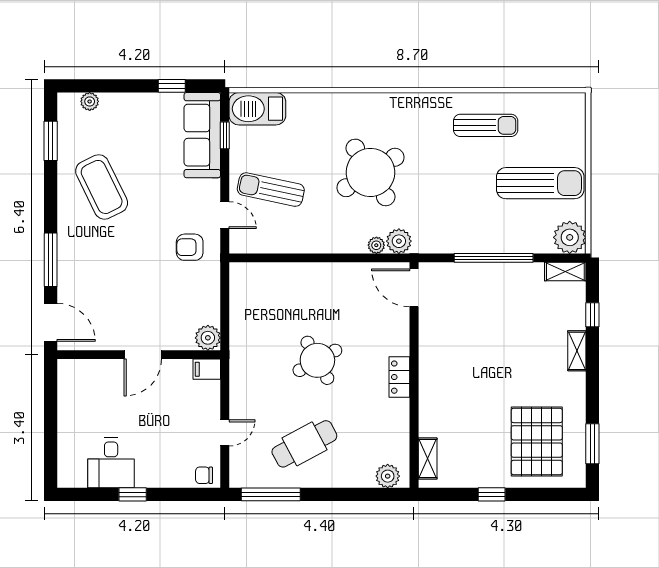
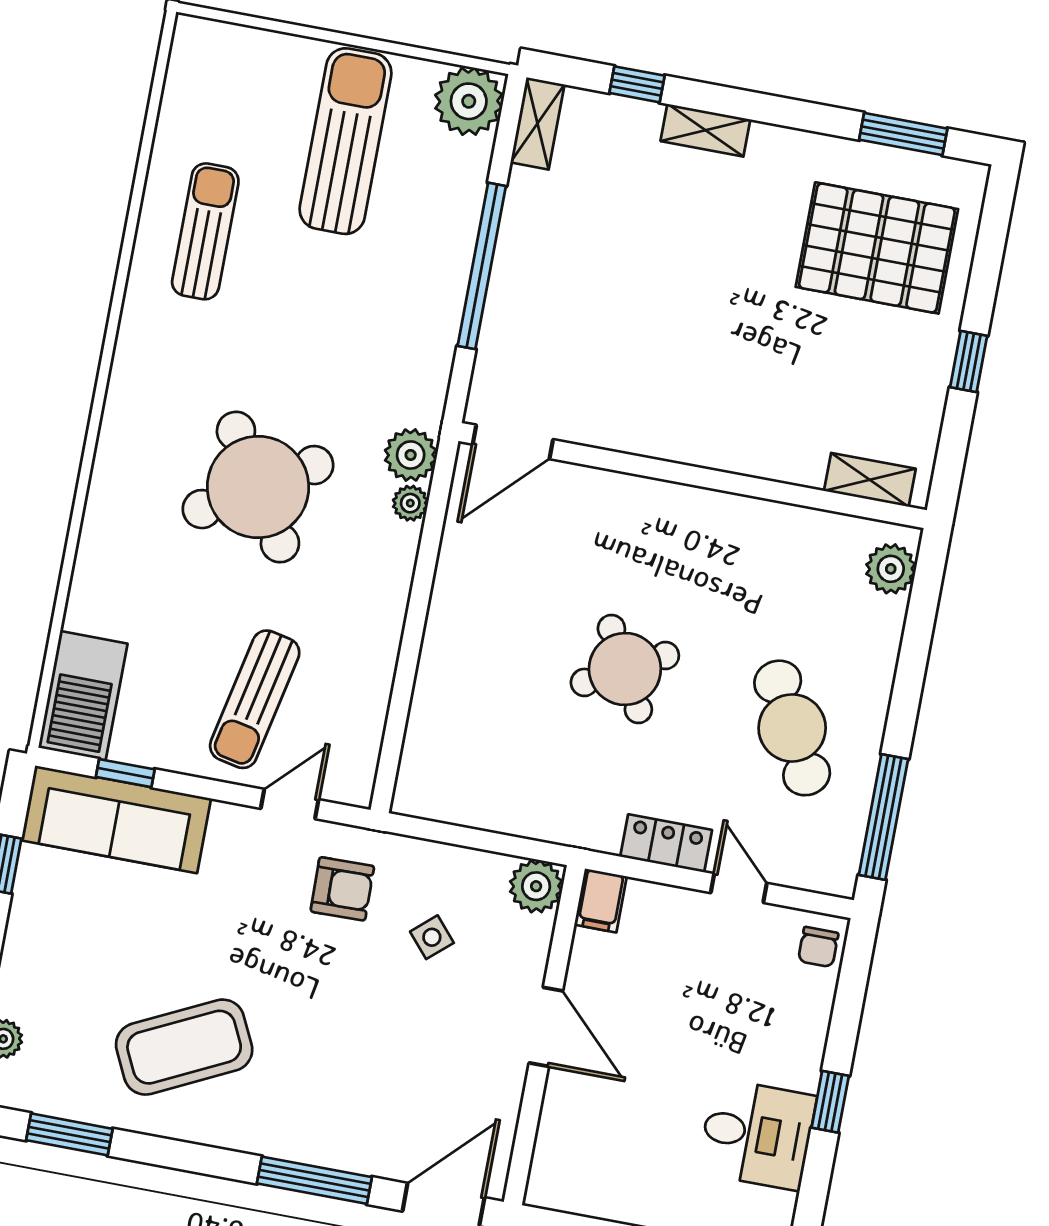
armchair: (190, 247) -> (342, 889), turned -91
side table: (175, 293) -> (432, 937), added
locker: (399, 377) -> (666, 843), moved, turned 180

